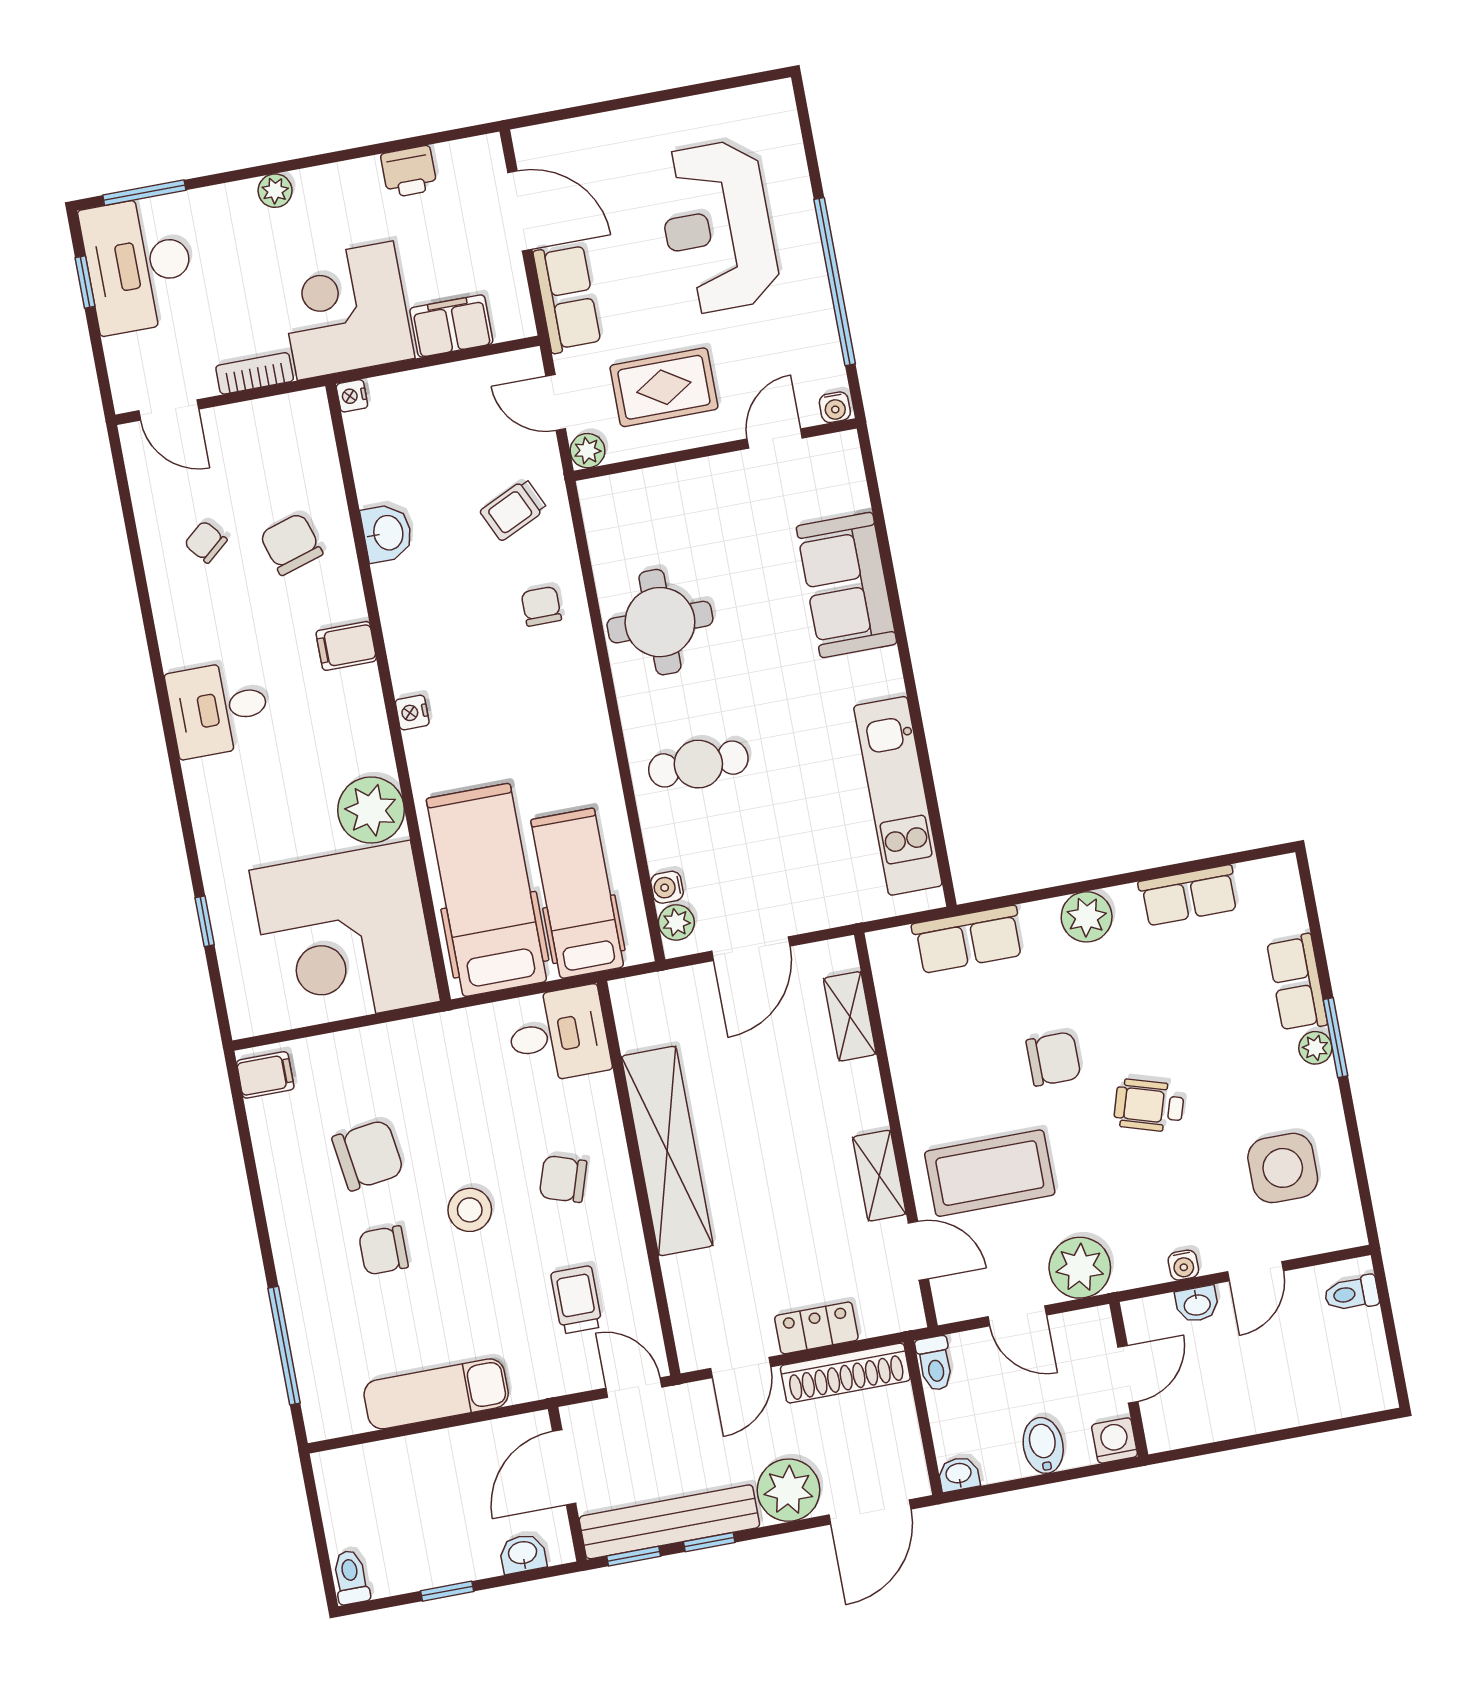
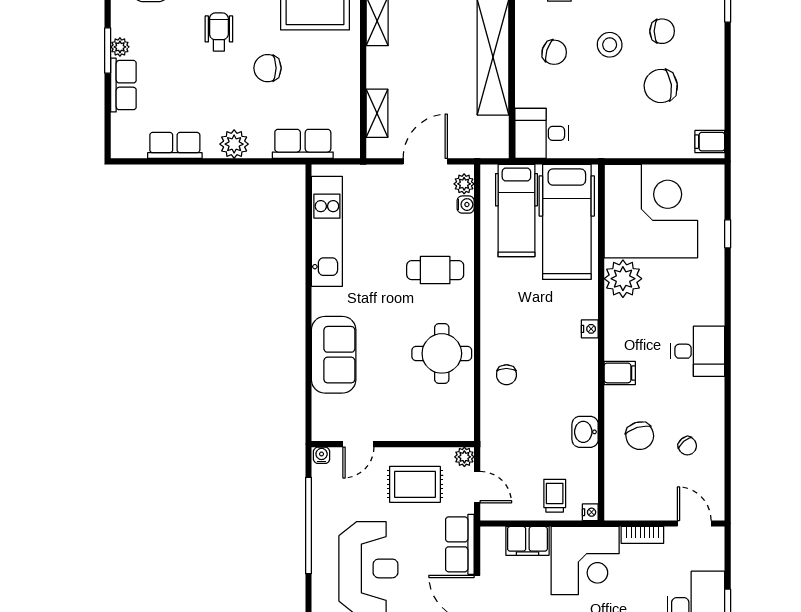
trolley: (513, 510) -> (555, 496), moved, turned -65
wheelchair: (1149, 1106) -> (219, 32), turned -107

